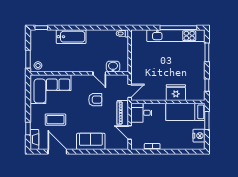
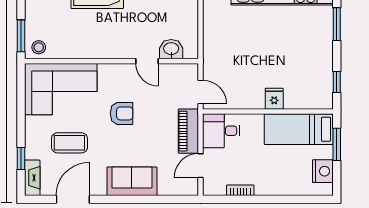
door: (130, 91) -> (200, 92), hinge flipped
fridge: (176, 93) -> (274, 99), width x0.53, depth x0.75
armchair: (95, 100) -> (122, 113), moved
door: (130, 133) -> (200, 166), hinge flipped
door: (57, 152) -> (73, 199), hinge flipped

